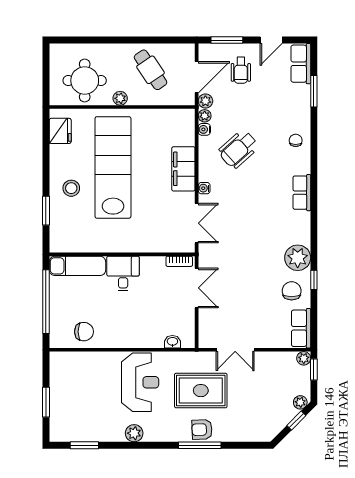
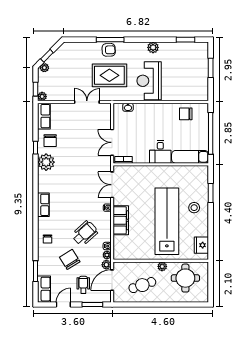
cafe table: (150, 70) -> (142, 285), turned -75
chair: (261, 109) -> (70, 259), added
lab bench: (113, 167) -> (167, 221), turned 180

